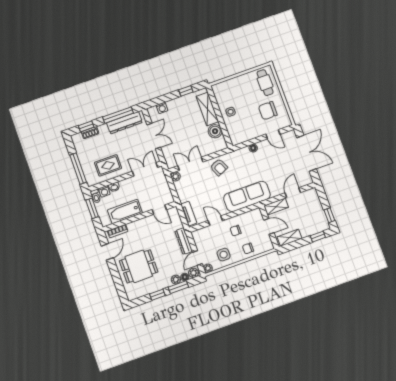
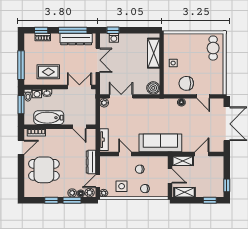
window: (186, 91) -> (113, 30), moved
chair: (268, 111) -> (186, 83), moved
boiler: (215, 131) -> (153, 88), moved
armchair: (219, 167) -> (145, 108), removed

